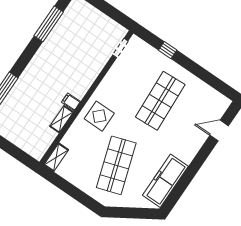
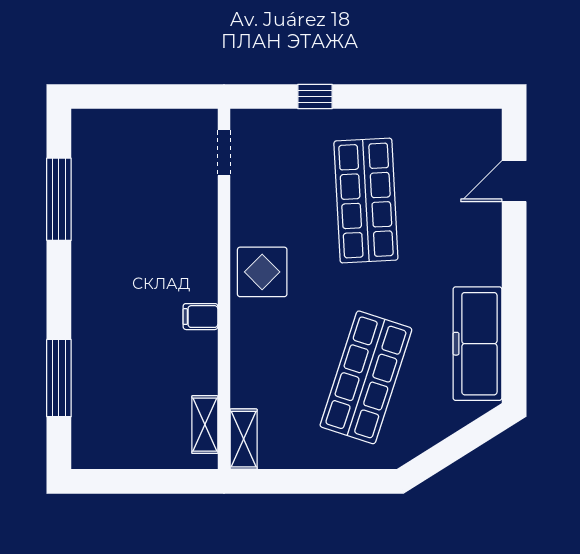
display table: (99, 116) -> (262, 272), moved
shelving: (62, 119) -> (205, 425), moved
shop shelf: (116, 165) -> (366, 377), turned 36

